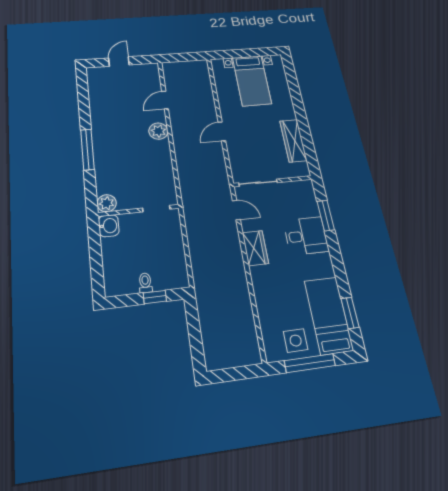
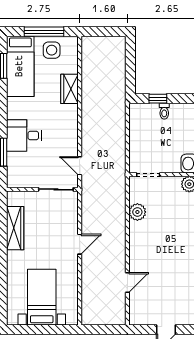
plant: (158, 131) -> (137, 212), moved
wardrobe: (255, 248) -> (70, 89), moved

